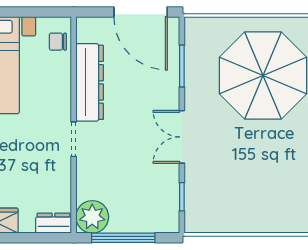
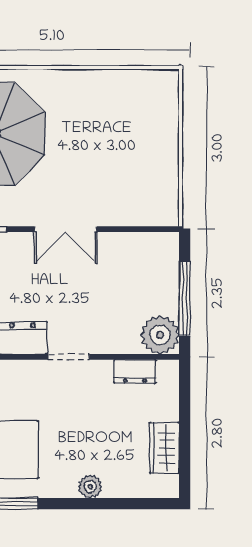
window: (182, 197) -> (136, 229), removed
dresser: (53, 223) -> (135, 371), moved, turned -90

